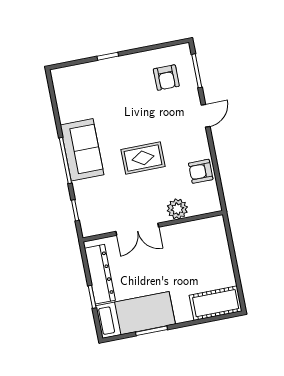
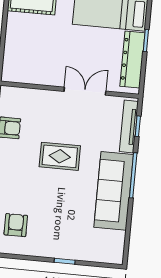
sofa: (82, 150) -> (114, 191), width x1.36
tv unit: (84, 207) -> (129, 127), added
plant: (177, 209) -> (42, 99), removed

